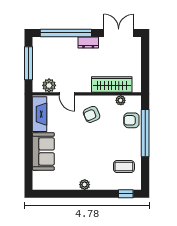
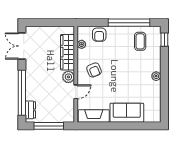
dresser: (88, 43) -> (30, 110), moved
plant: (49, 85) -> (68, 77), moved
window: (145, 133) -> (129, 23), moved

